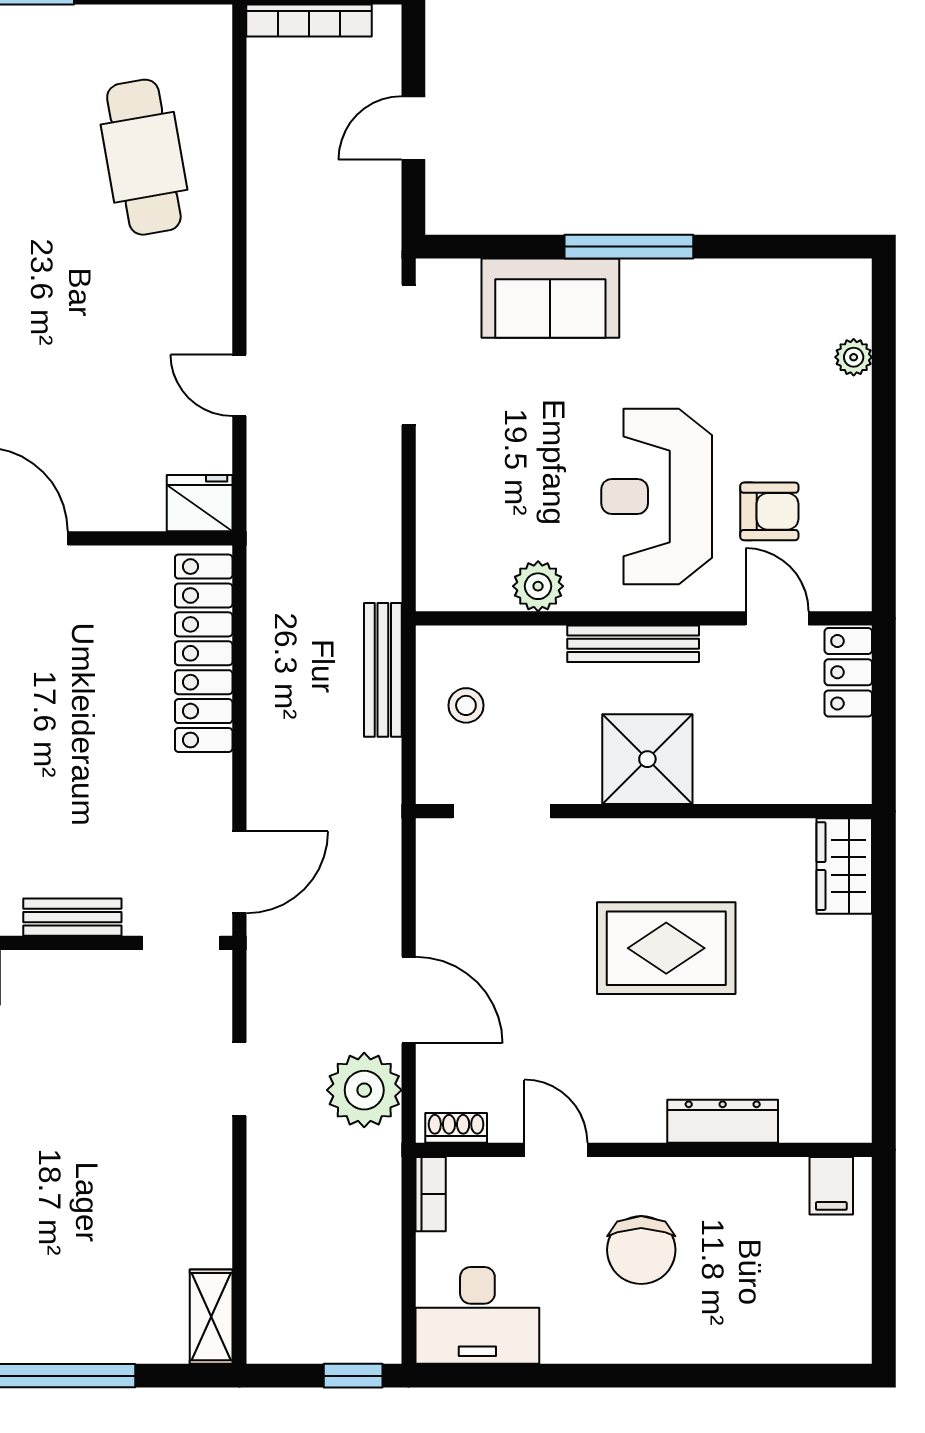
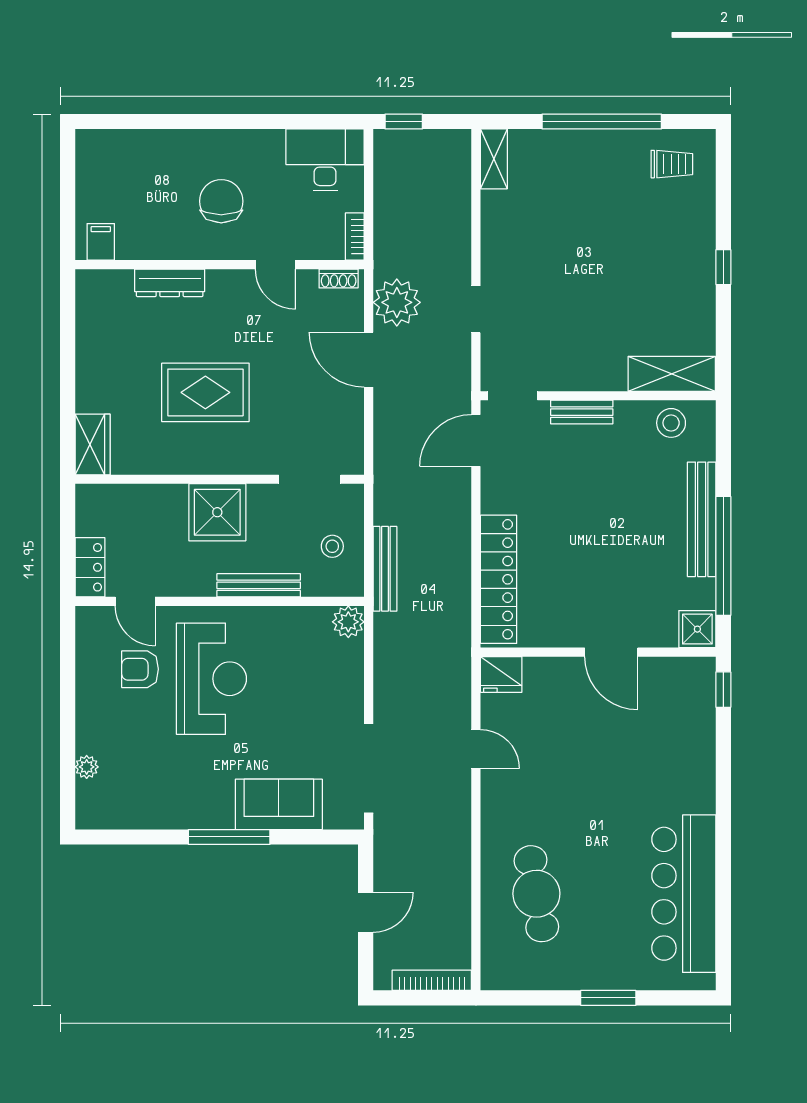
plant: (538, 586) -> (348, 622), moved
bench: (633, 644) -> (259, 585), moved

